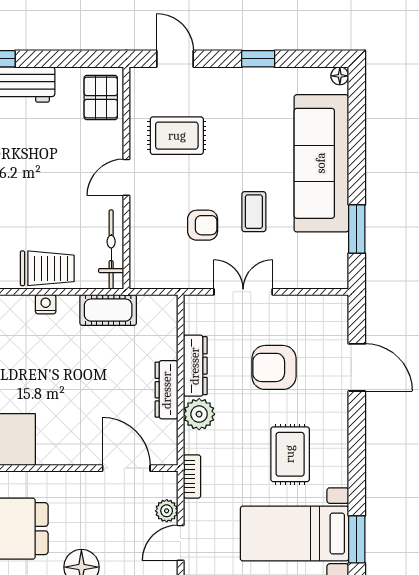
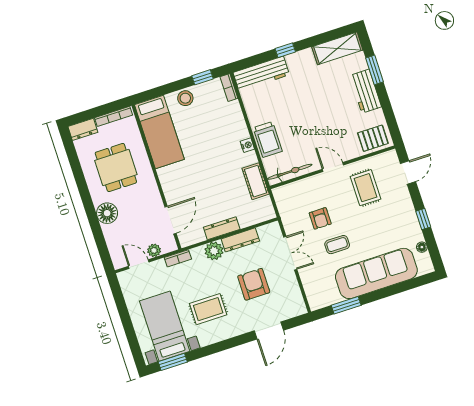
floor lamp: (340, 76) -> (422, 247), moved

